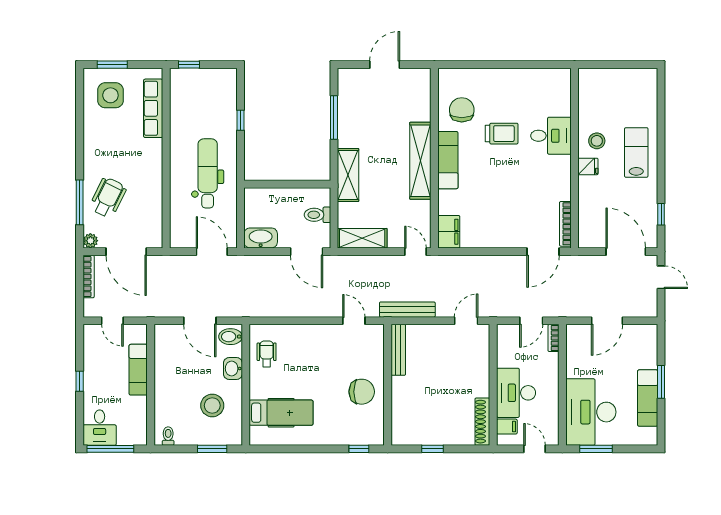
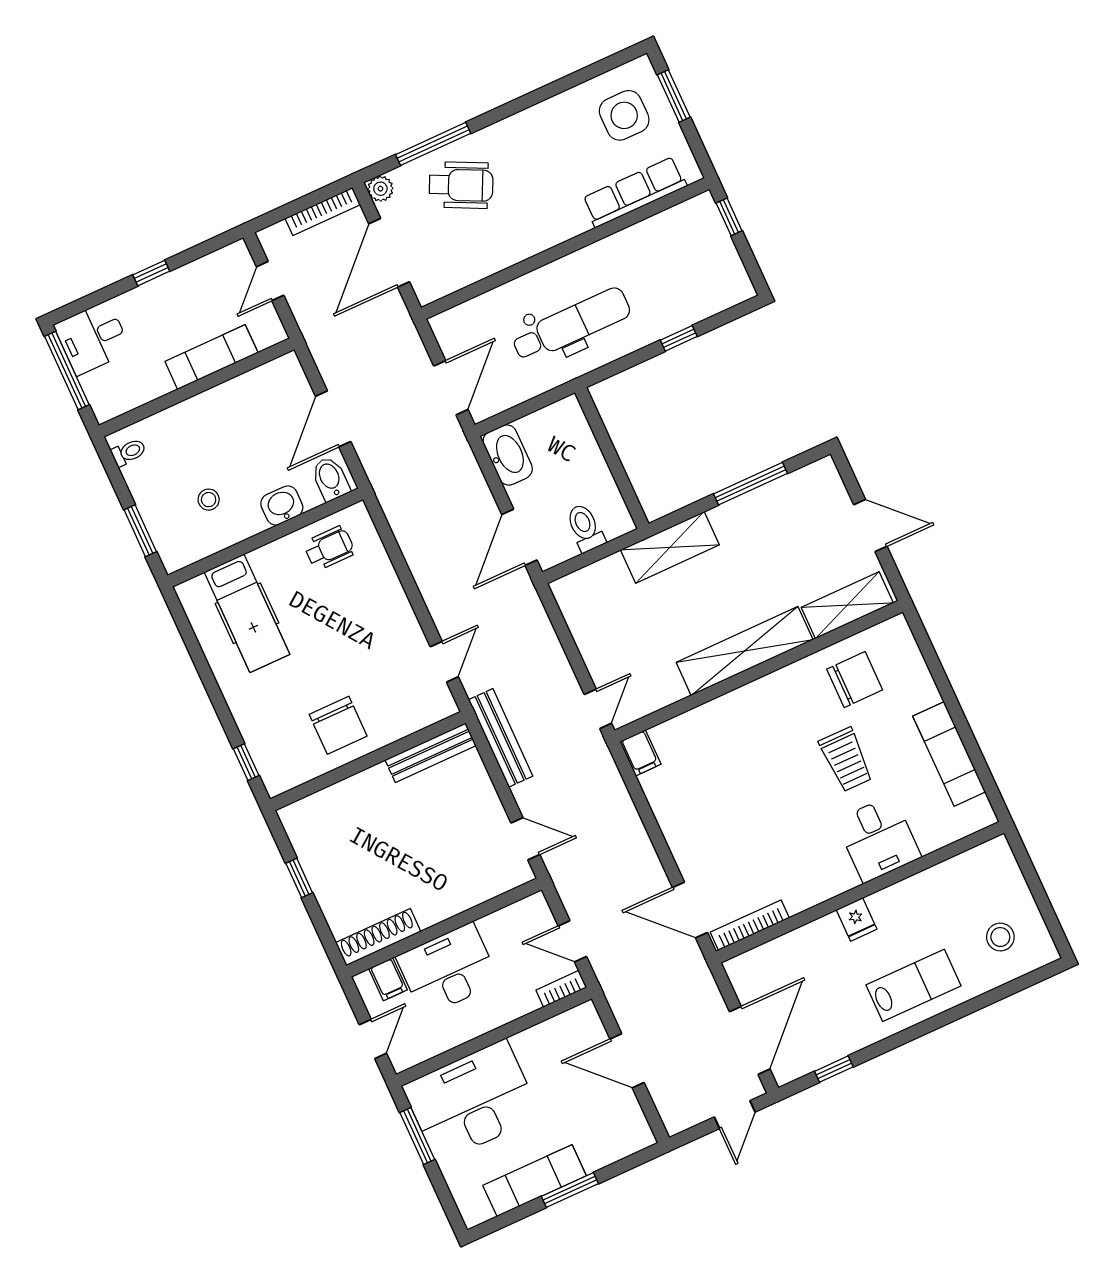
stool: (597, 141) -> (1000, 937), moved
exam couch: (448, 160) -> (949, 754), moved, turned 90
filing cabinet: (449, 232) -> (640, 753), width x0.50
shelving: (362, 238) -> (847, 605), moved, turned 90
stool: (212, 405) -> (209, 500), width x0.53, depth x0.53

